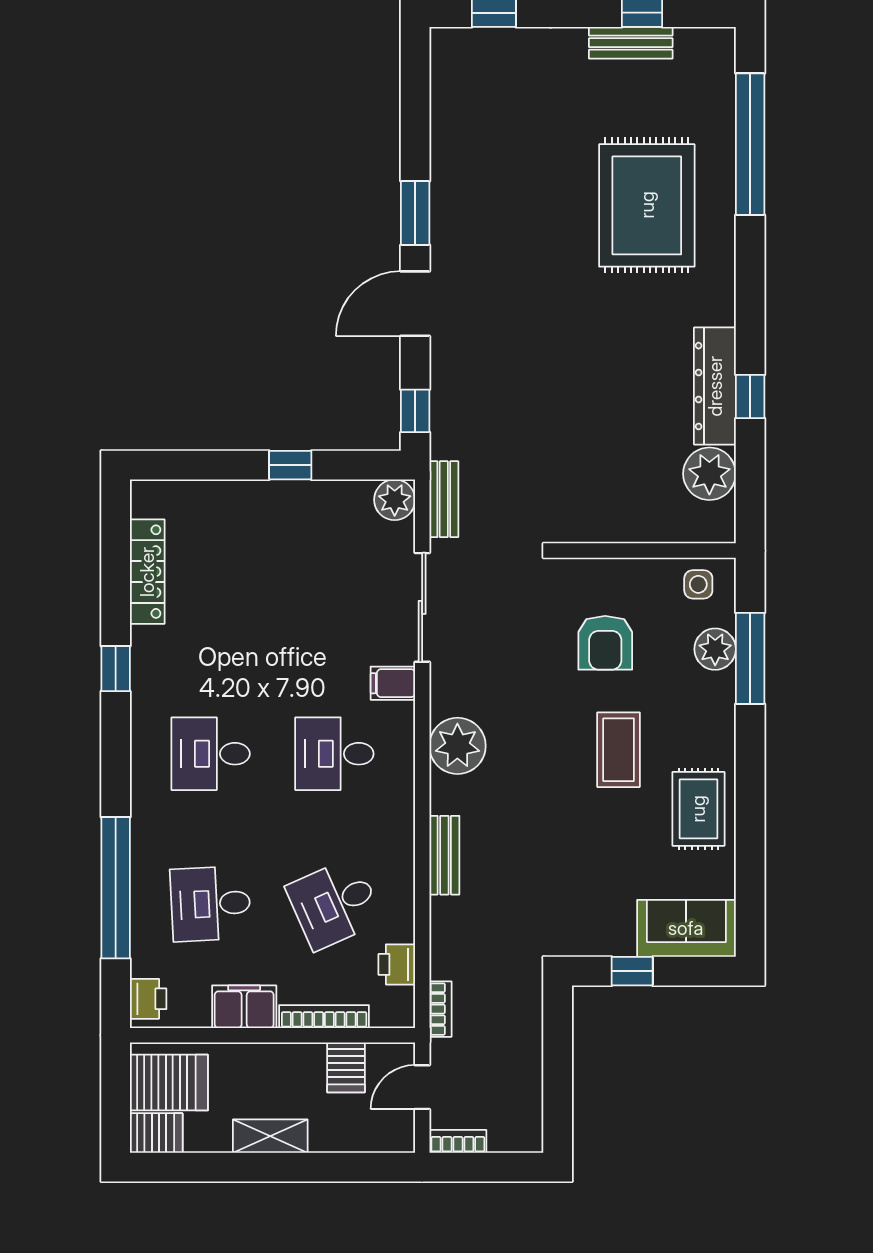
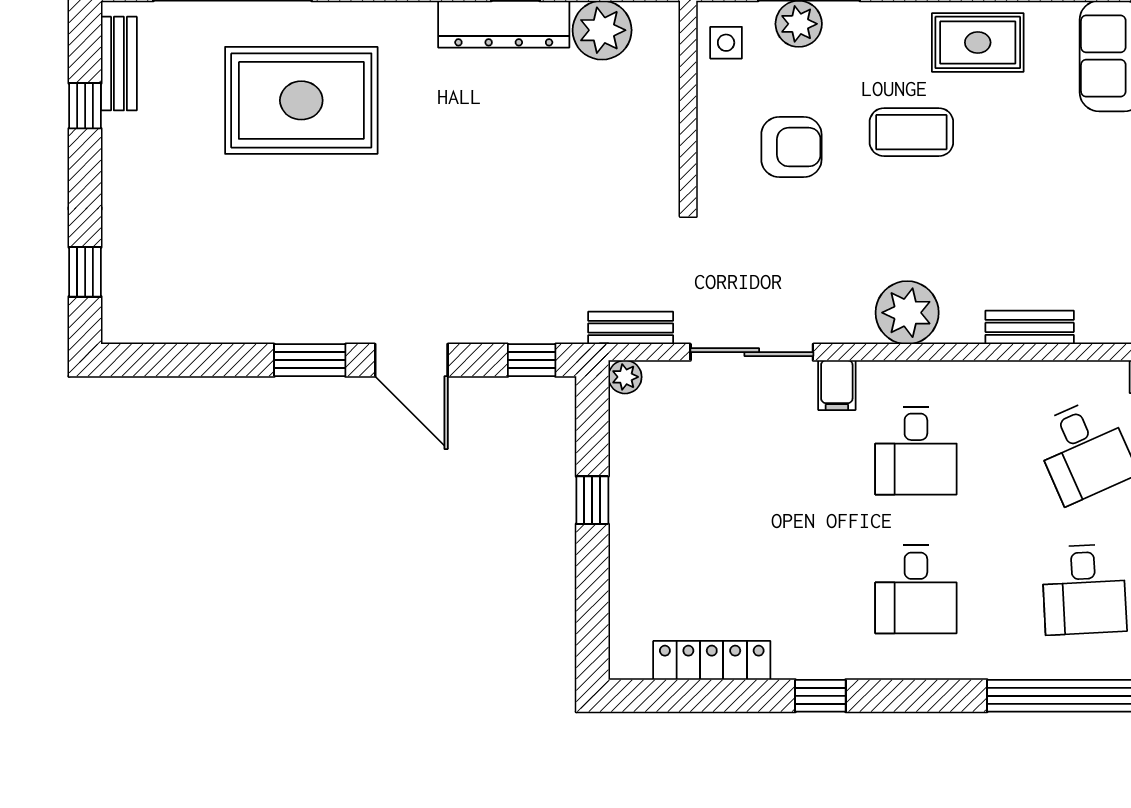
bench: (631, 43) -> (119, 64), moved
plant: (395, 500) -> (625, 377), width x0.73, depth x0.73

